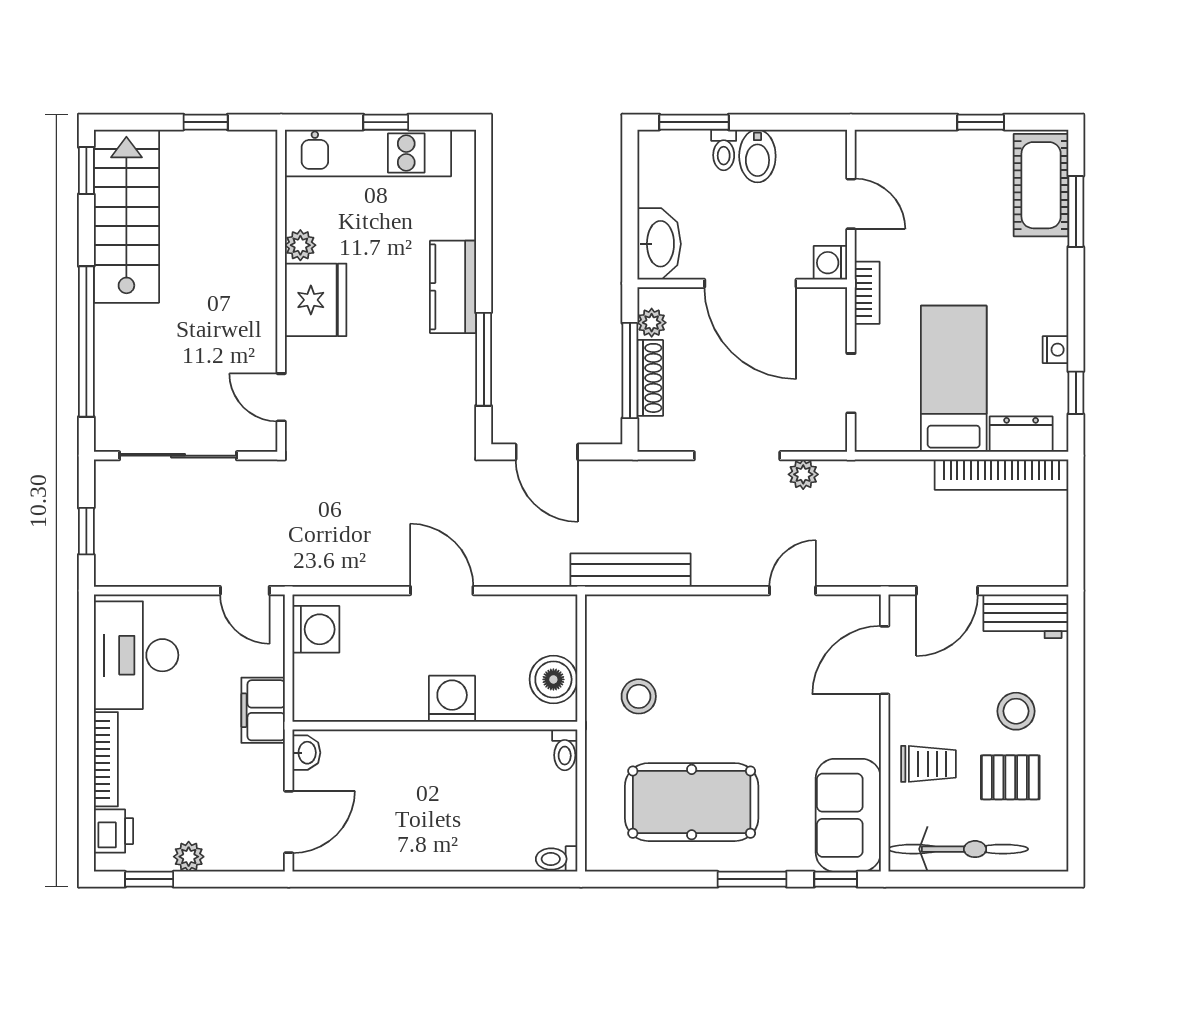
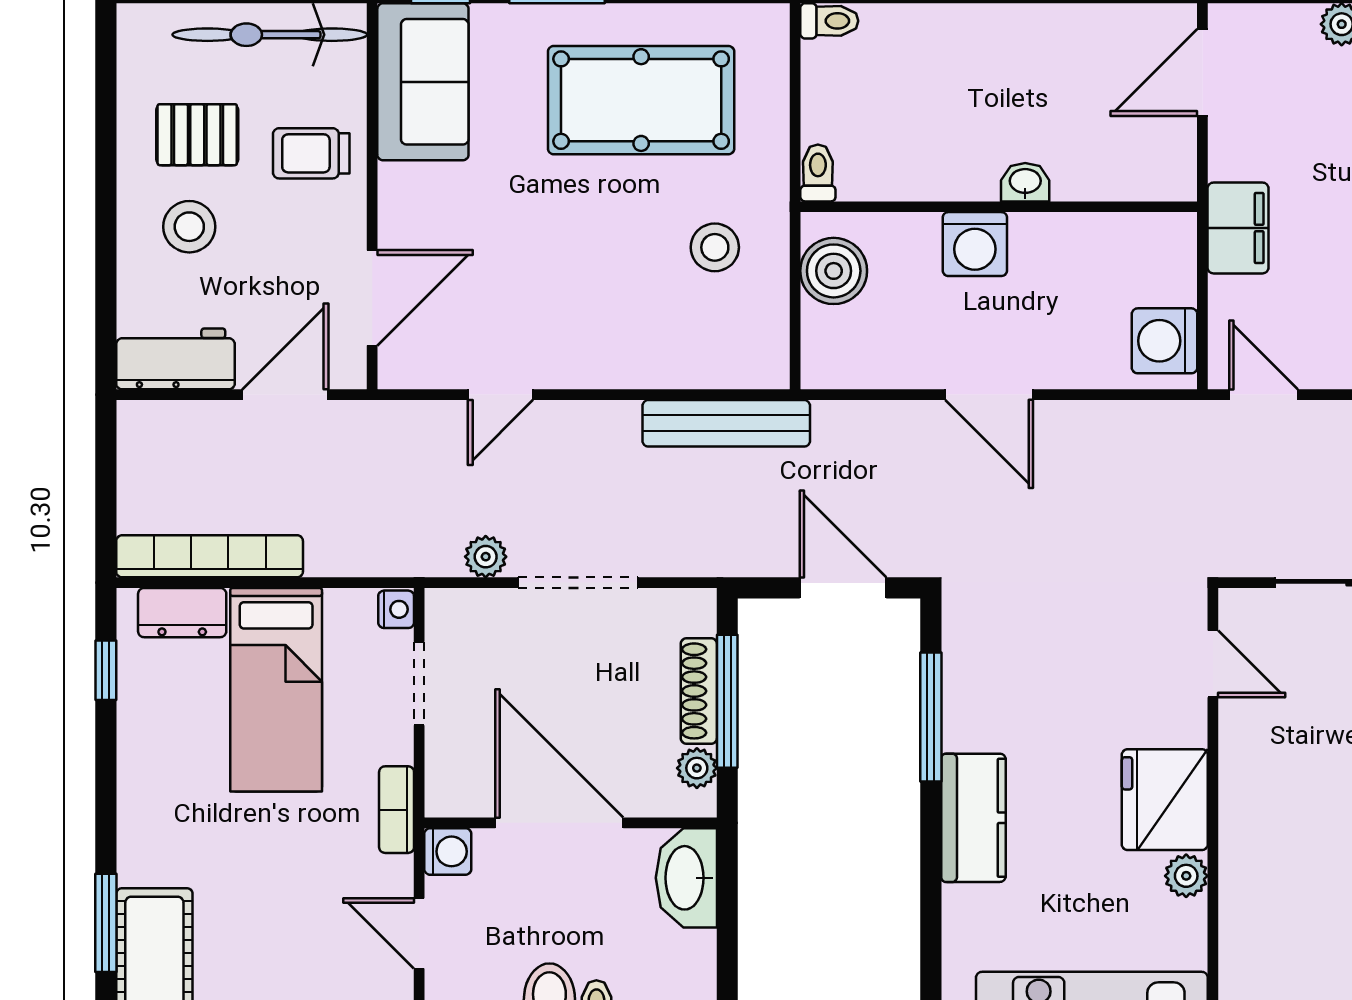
nightstand: (1056, 350) -> (396, 609), moved, turned 180
washbasin: (306, 753) -> (1025, 182), moved, turned 90

